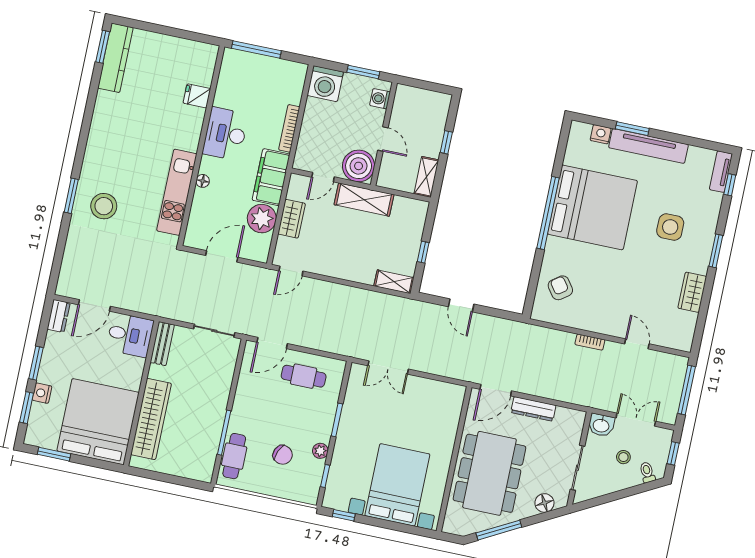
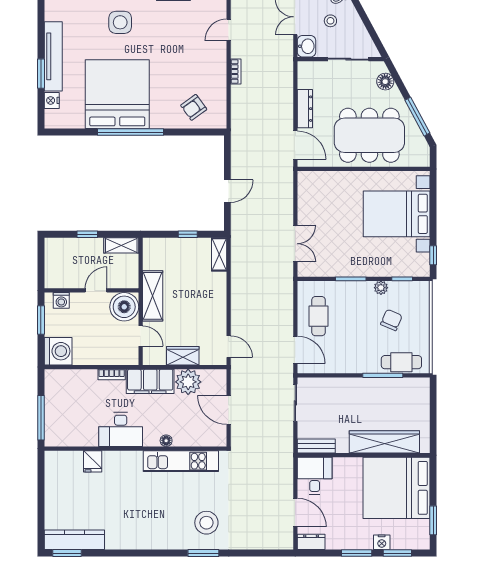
bookcase: (289, 128) -> (112, 374), width x0.64

